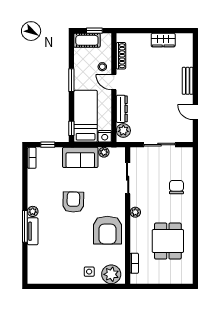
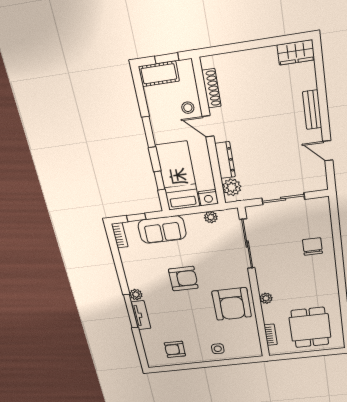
wardrobe: (163, 40) -> (296, 52), moved
window: (71, 128) -> (159, 181), moved
sofa: (80, 157) -> (162, 230), moved
sliding door: (128, 178) -> (247, 244), width x1.37
armchair: (73, 202) -> (183, 279), turned 89
plant: (135, 212) -> (266, 298), moved
dining table: (168, 241) -> (310, 328), moved
armchair: (54, 268) -> (175, 349), added
plant: (111, 274) -> (245, 349), removed

